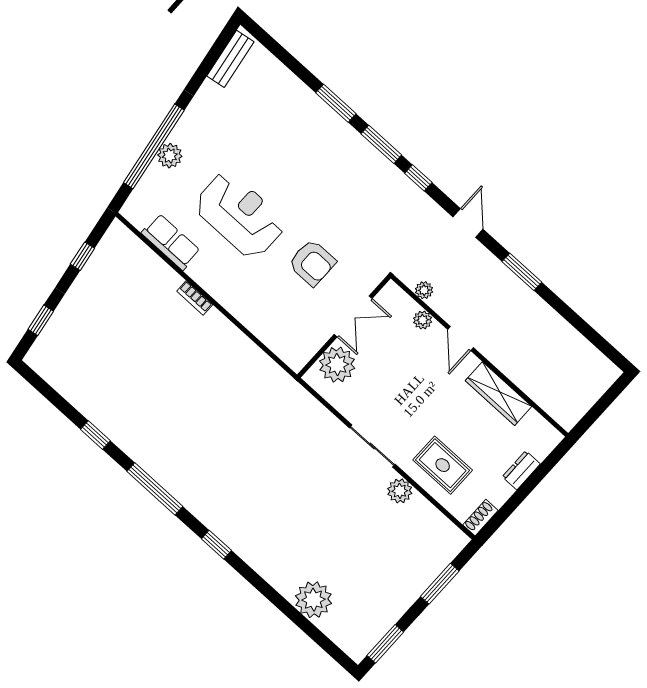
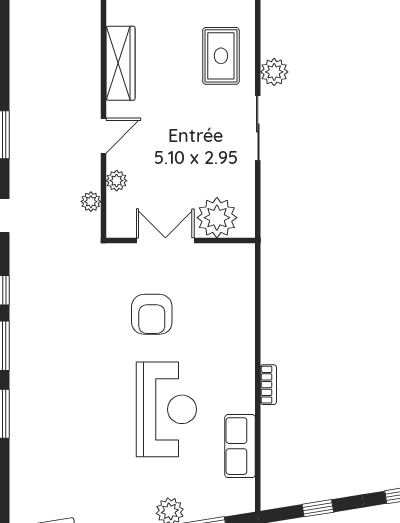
reception desk: (240, 215) -> (166, 409), turned 180
armchair: (312, 263) -> (152, 314), turned 180

